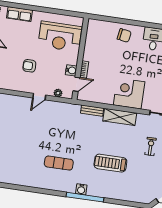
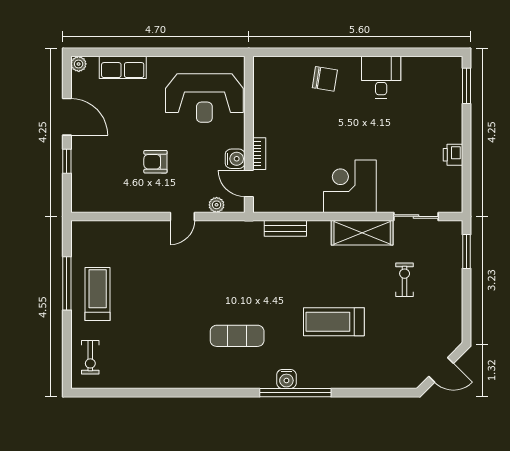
door: (77, 84) -> (249, 183), swing flipped
shelving: (120, 117) -> (362, 233), moved

